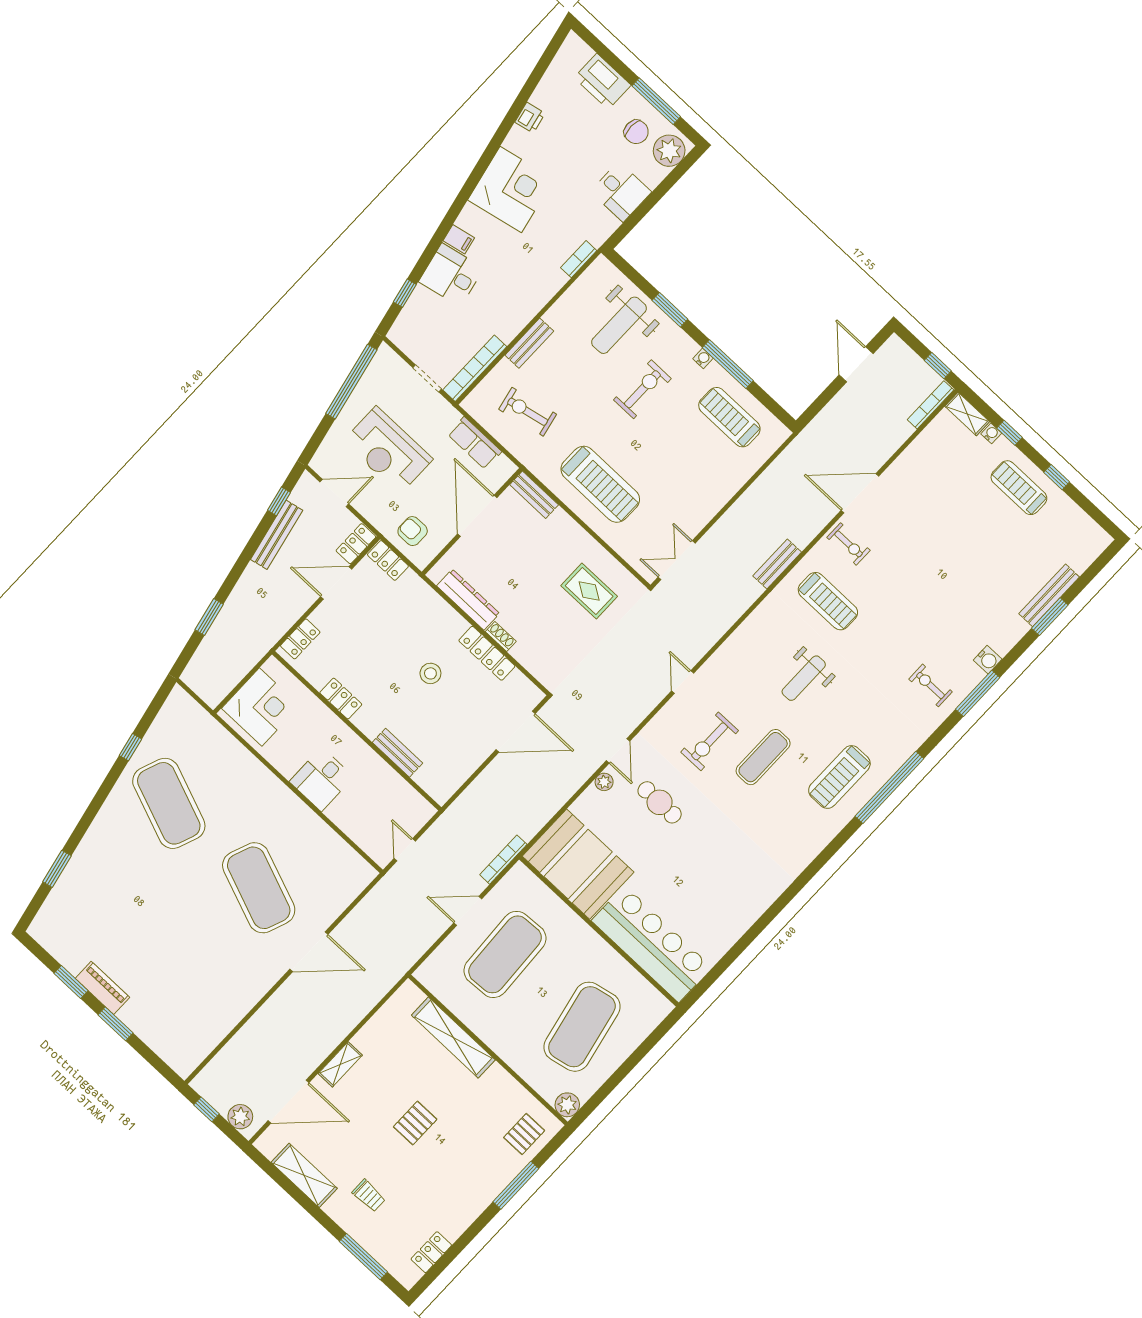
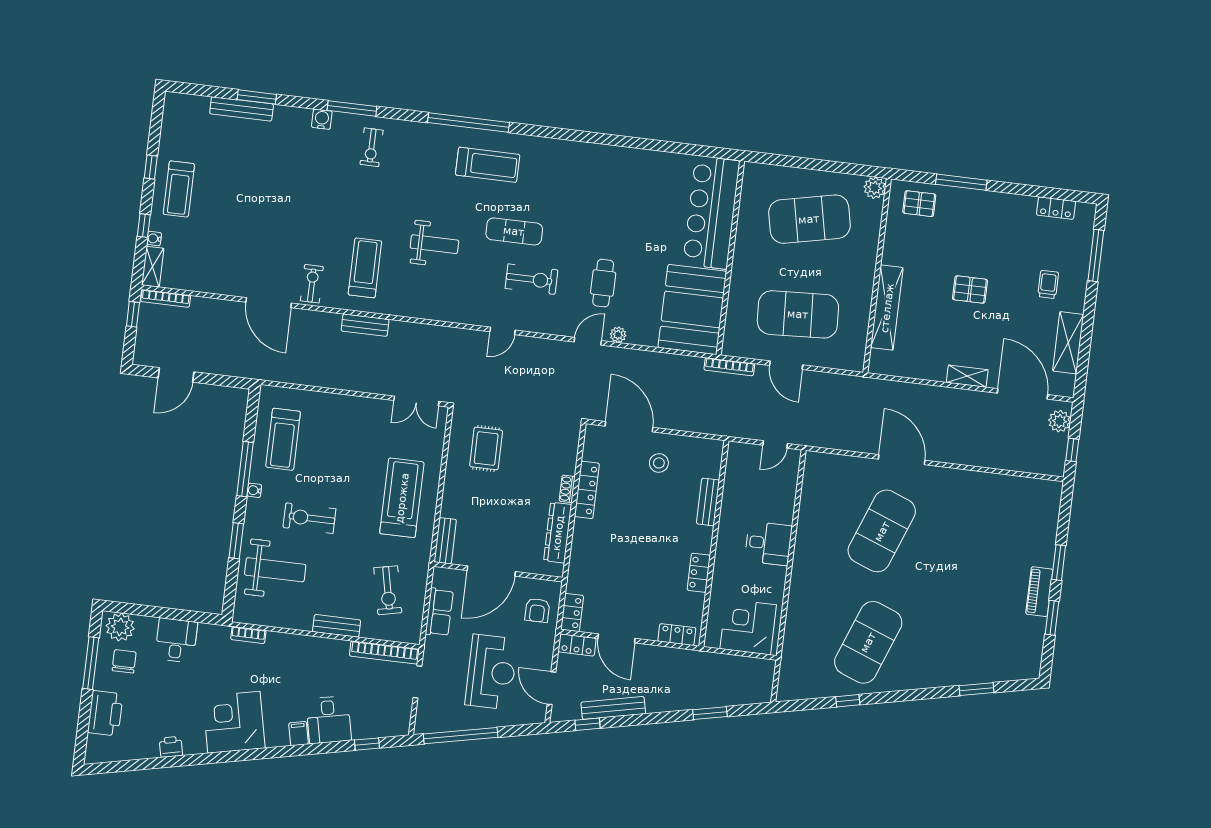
stool: (430, 673) -> (659, 463), moved

